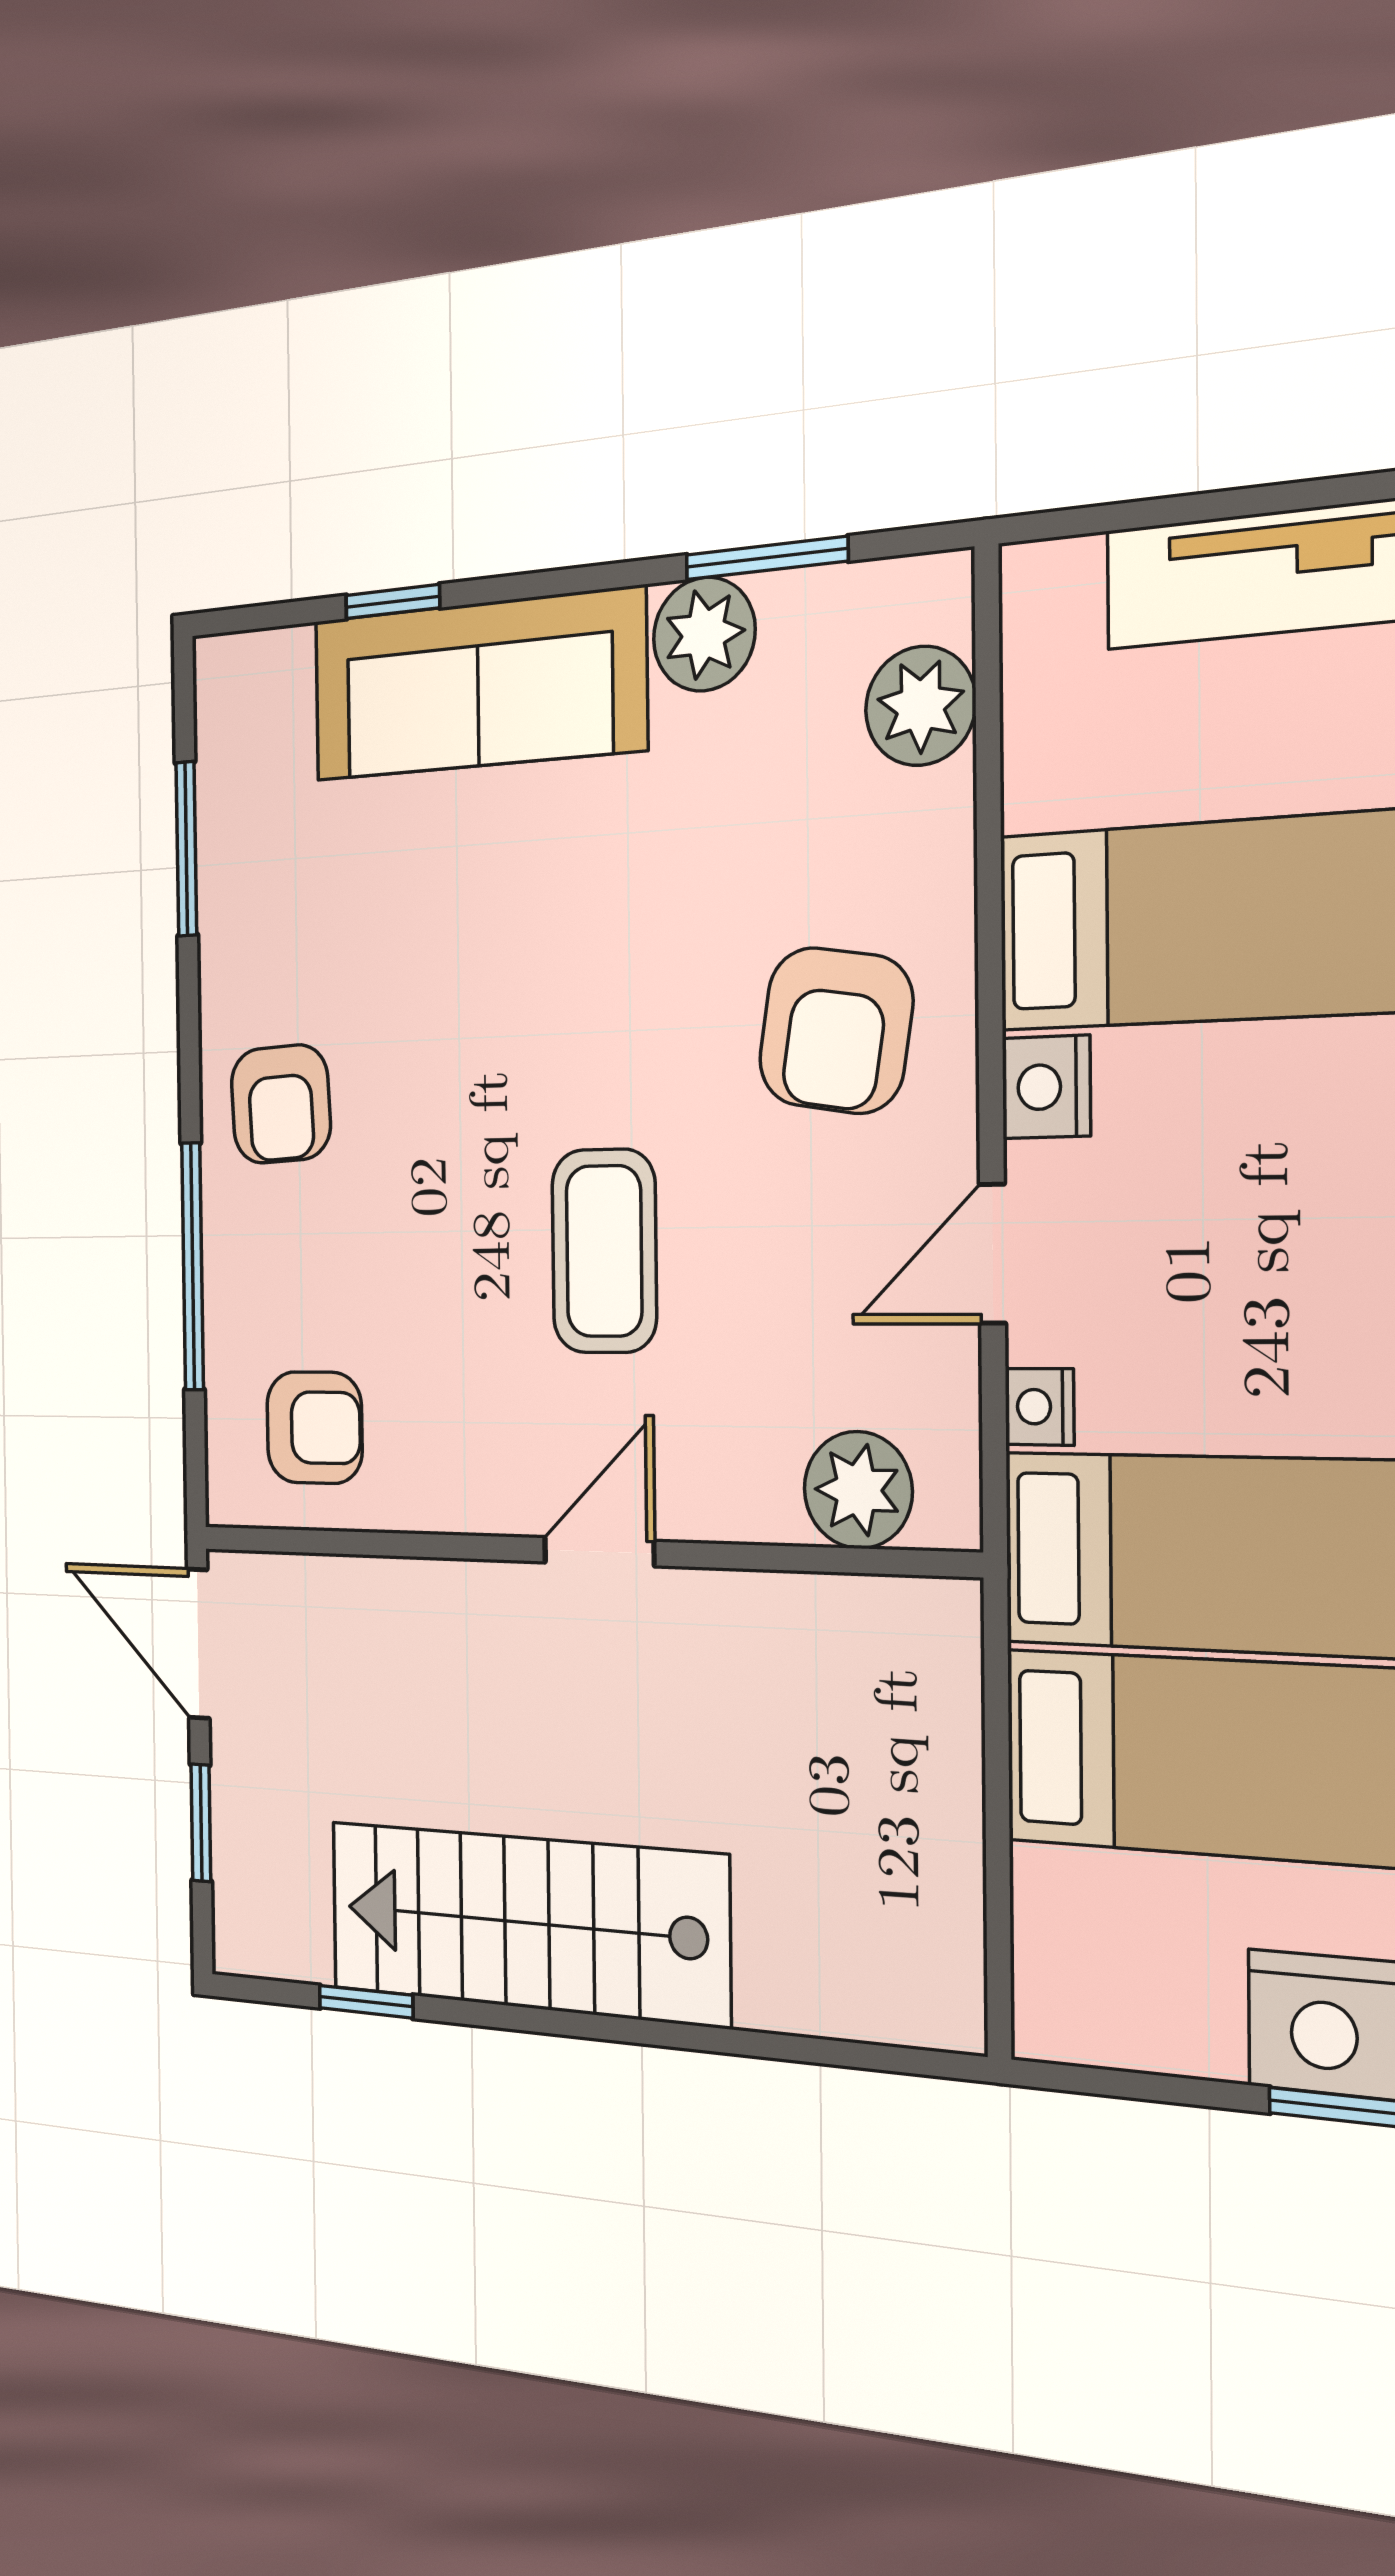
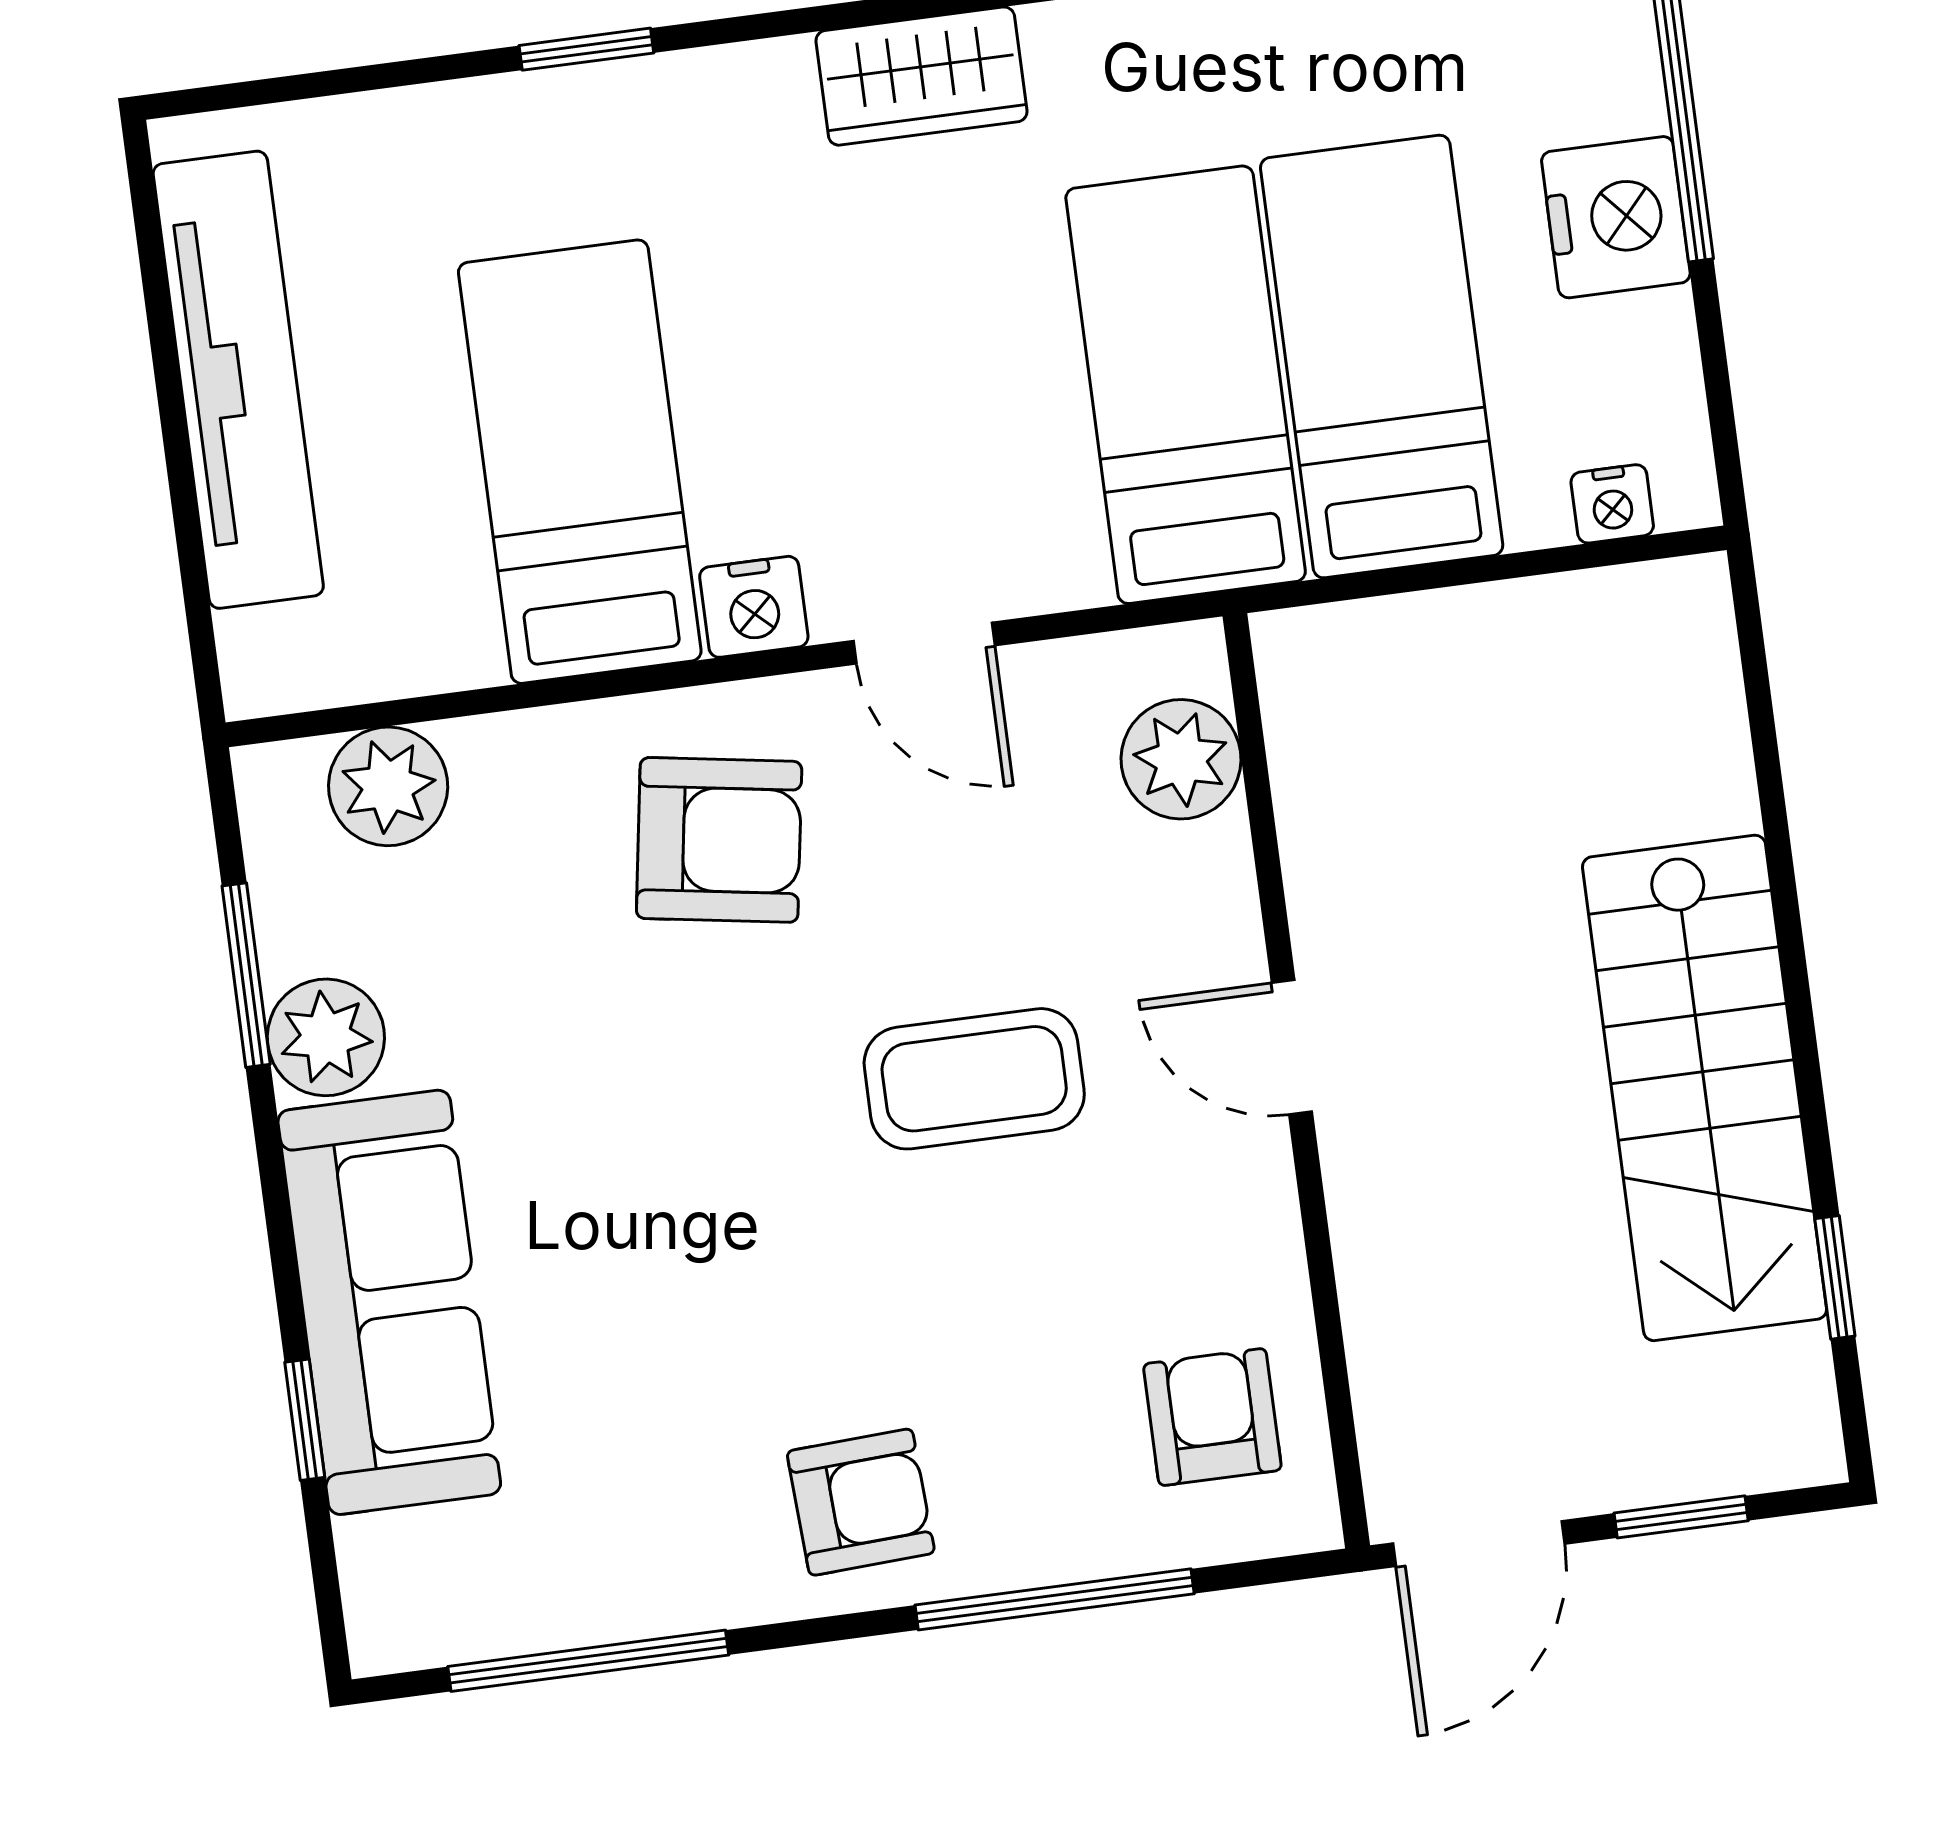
window: (186, 849) -> (588, 1661), width x1.44
nightstand: (1039, 1407) -> (1612, 504), moved

